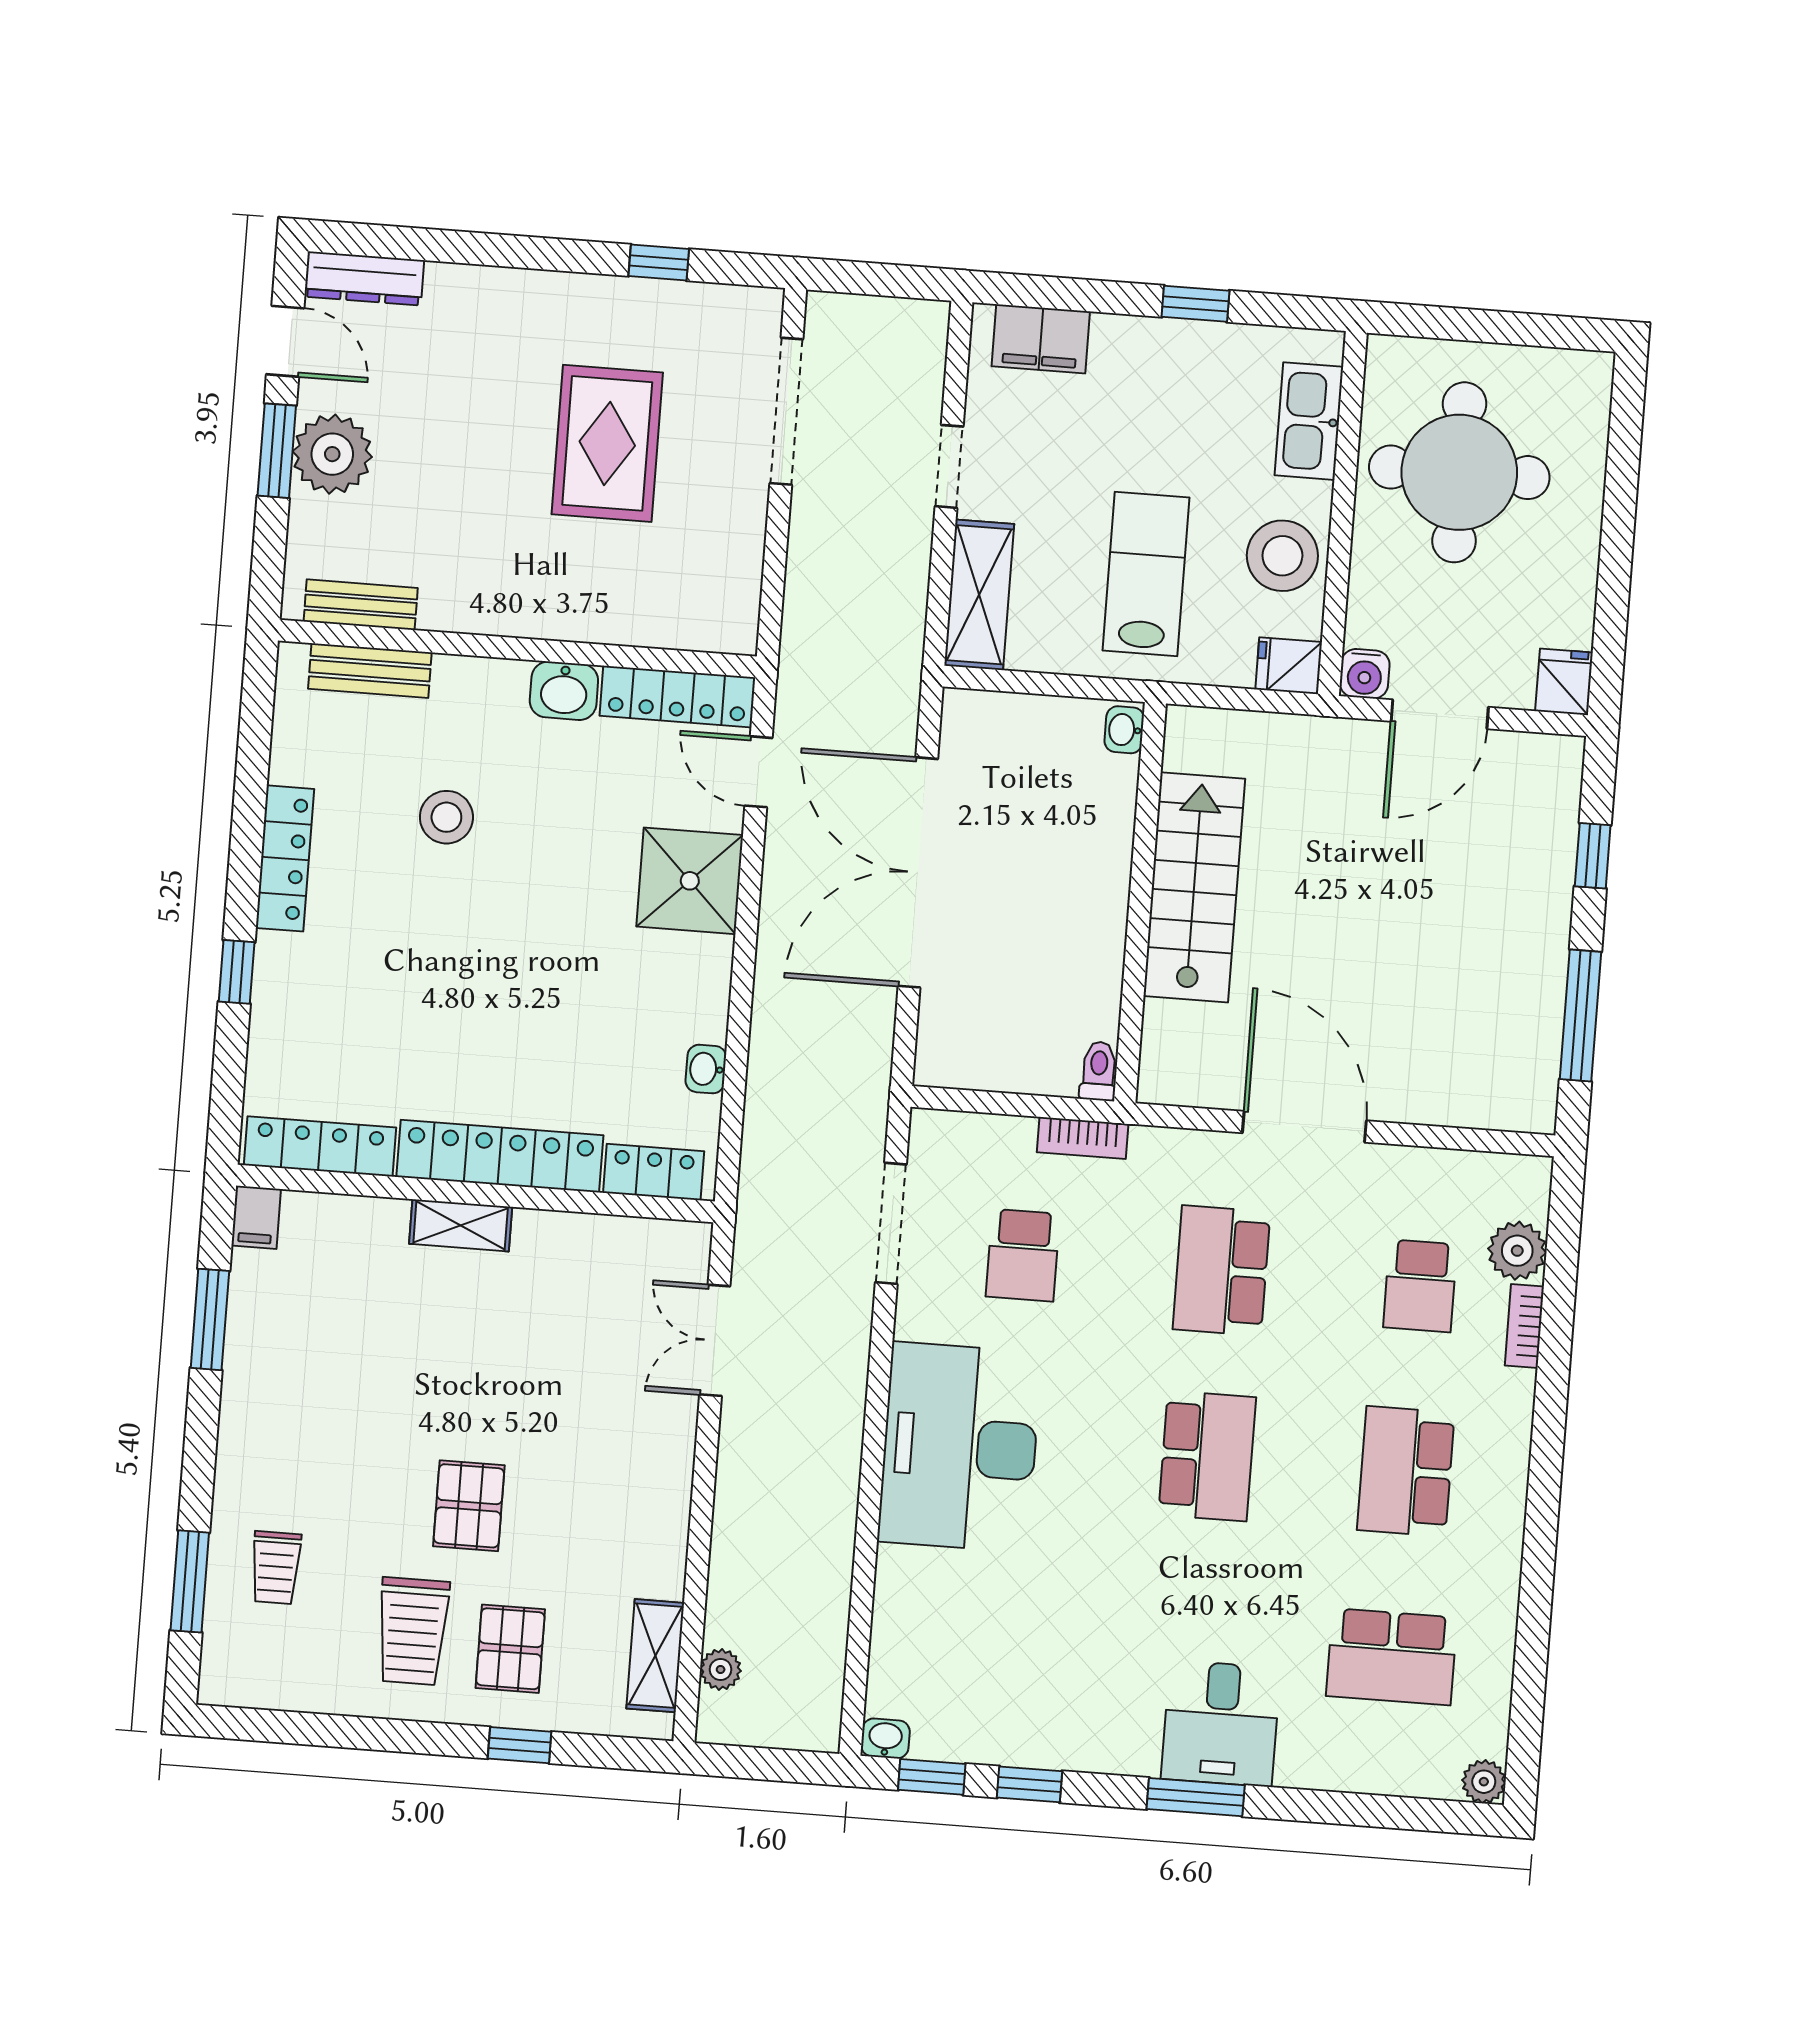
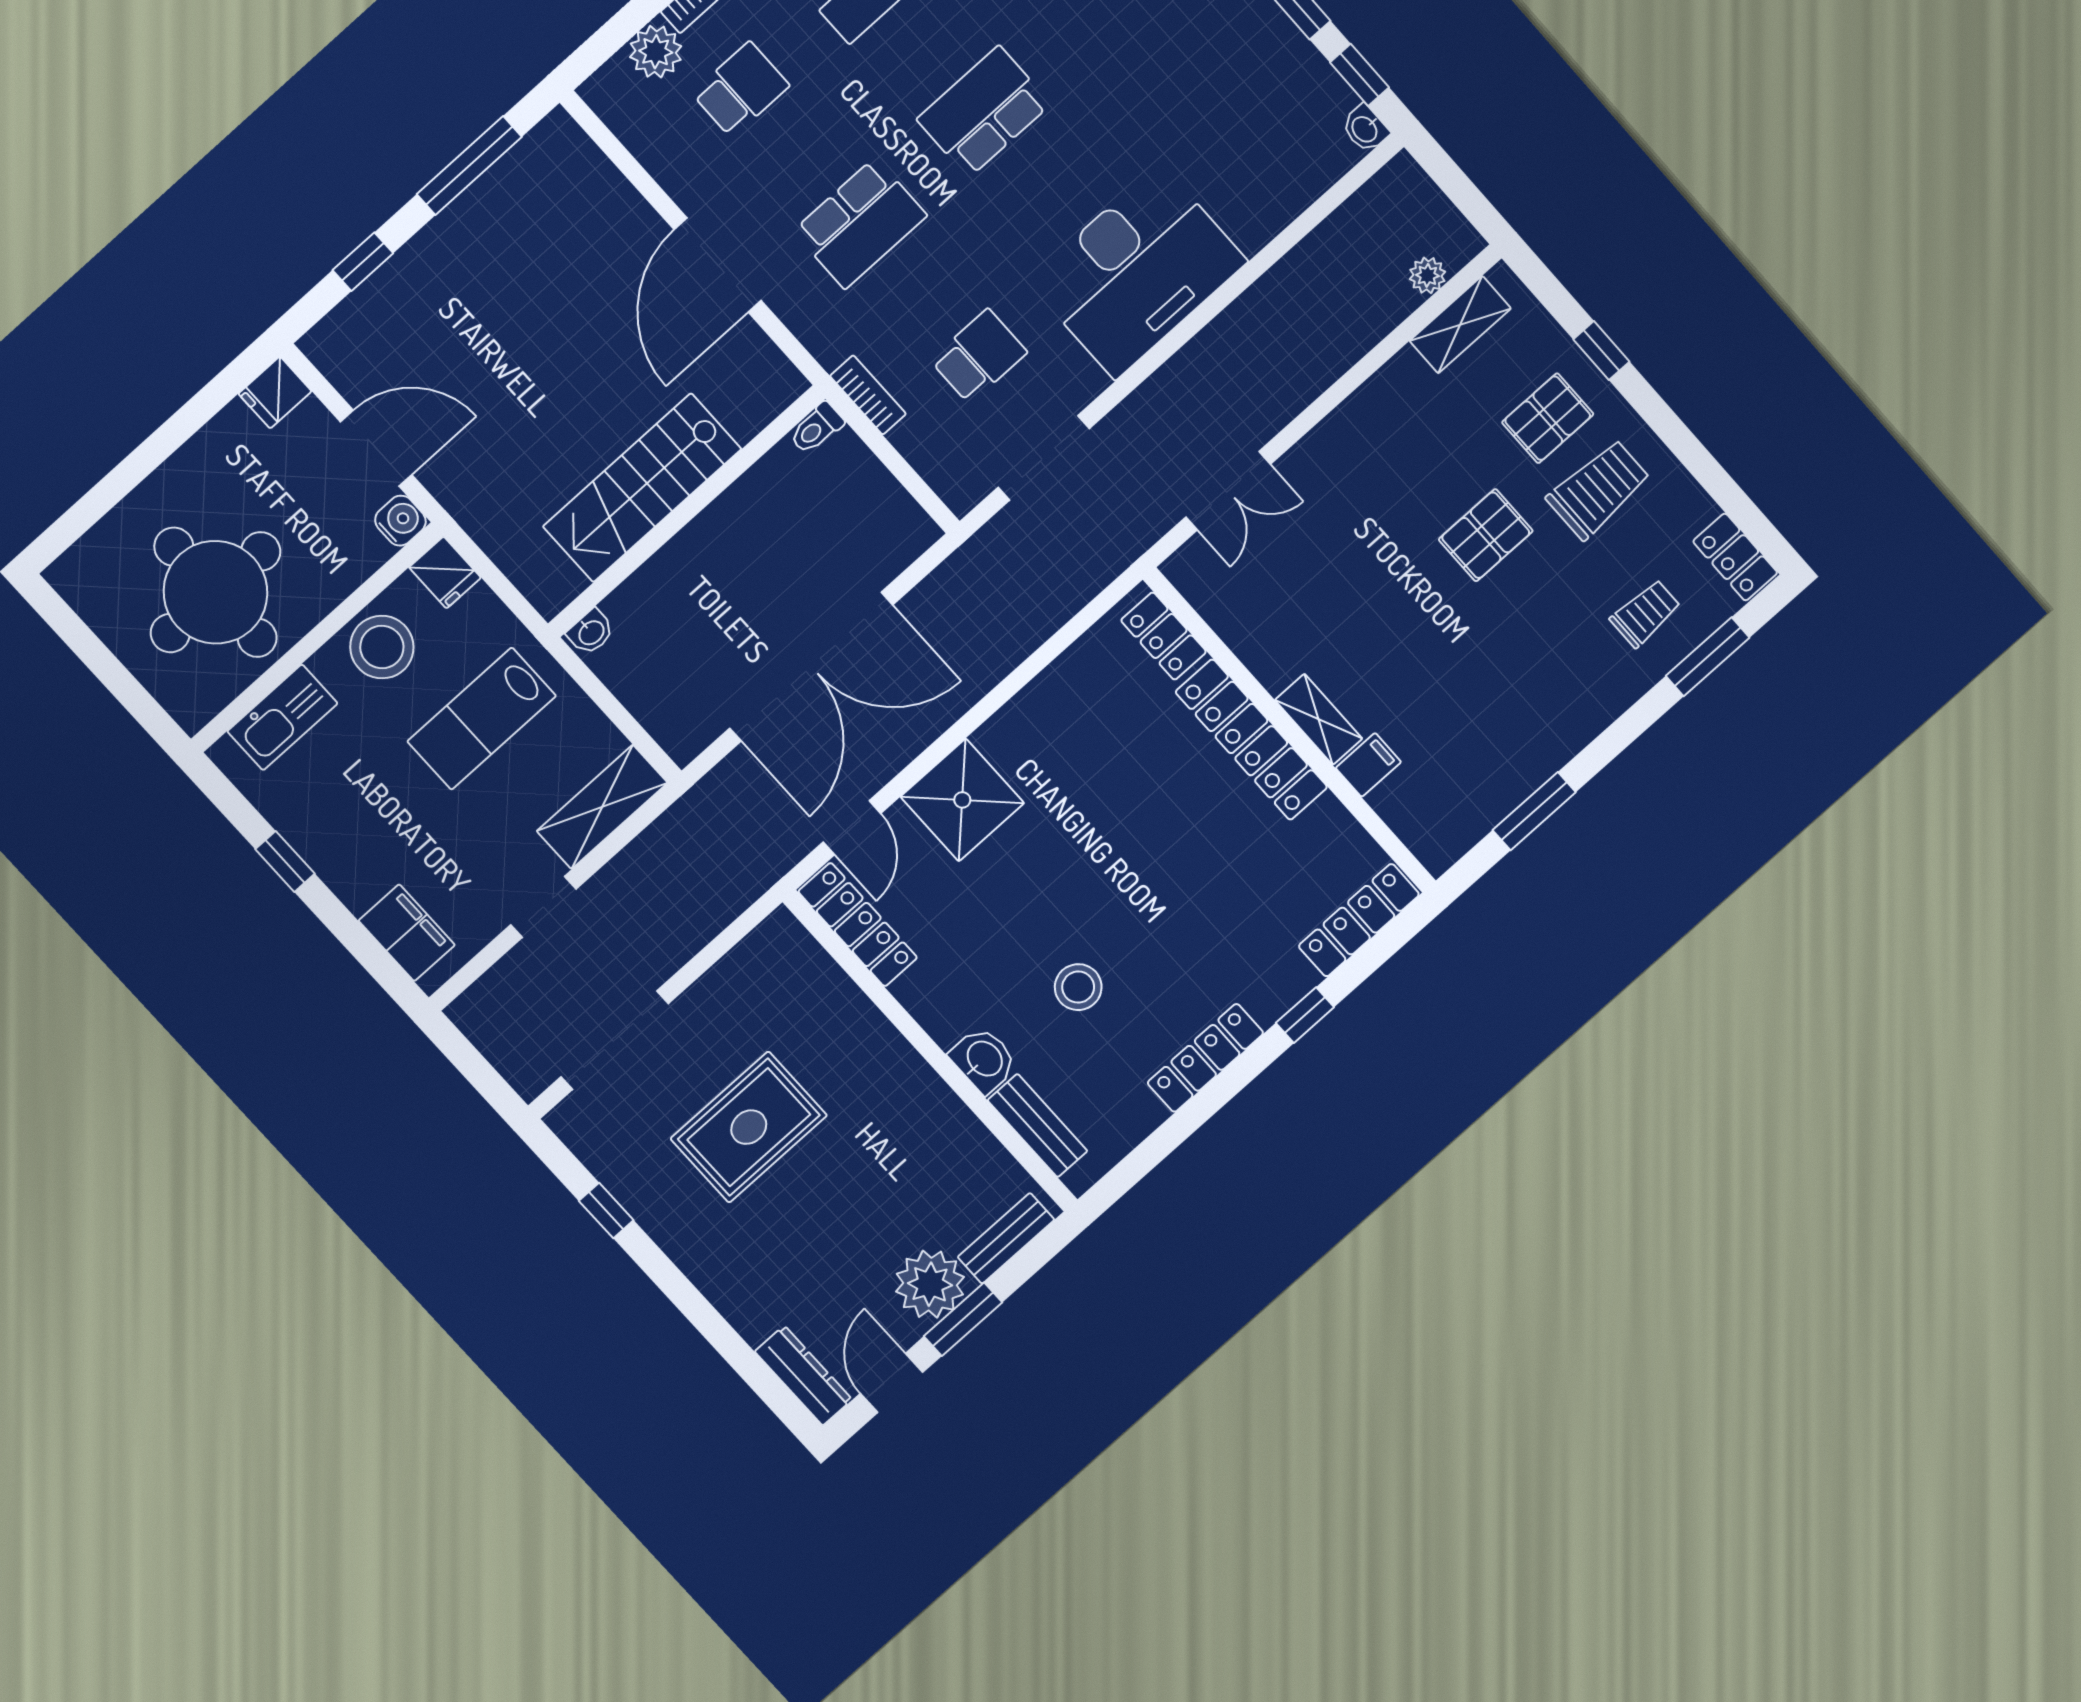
bench: (361, 605) -> (1006, 1238), moved, turned 90
washbasin: (564, 691) -> (984, 1060), moved
washbasin: (706, 1069) -> (1067, 670), removed
locker: (320, 1146) -> (1359, 920), moved, turned 90
filing cabinet: (256, 1217) -> (1368, 765), moved
locker: (246, 1684) -> (1735, 557), added

